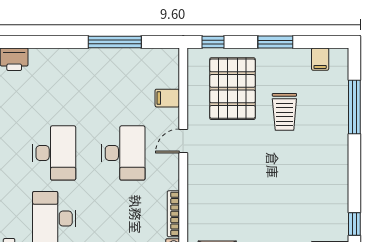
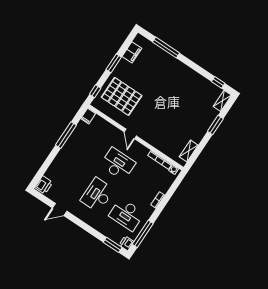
filing cabinet: (320, 59) -> (132, 52), width x2.00
filing cabinet: (167, 98) -> (88, 116), moved
trolley: (284, 112) -> (147, 80), removed
desk: (54, 153) -> (97, 195), turned -90

